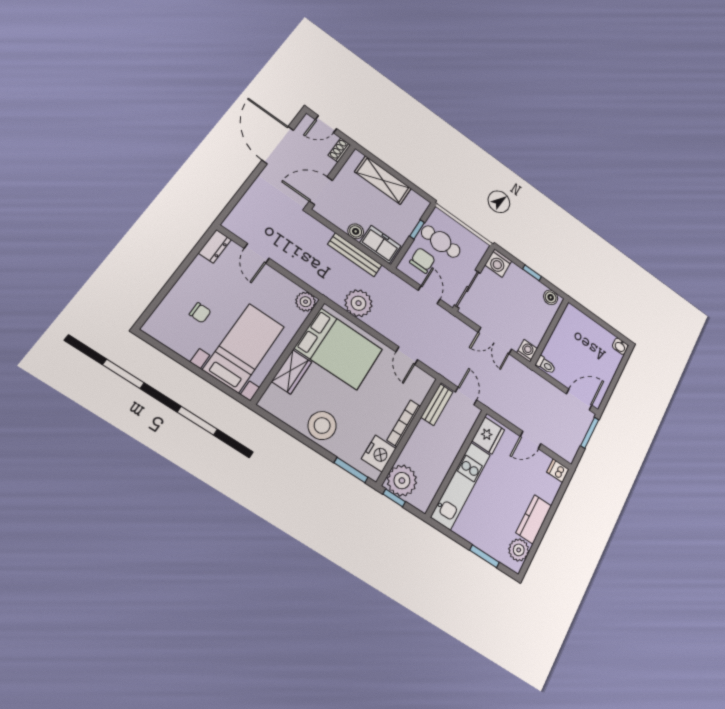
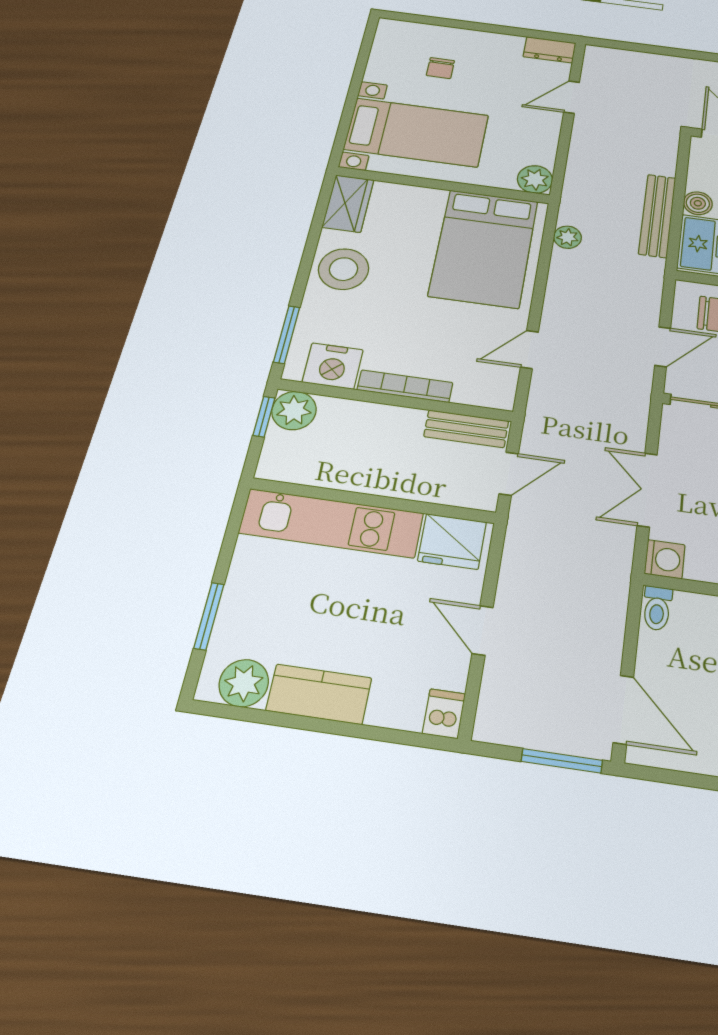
plant: (359, 303) -> (567, 237), width x0.53, depth x0.53
wardrobe: (292, 372) -> (348, 203), moved, turned -90
plant: (402, 481) -> (294, 410), width x0.73, depth x0.73

